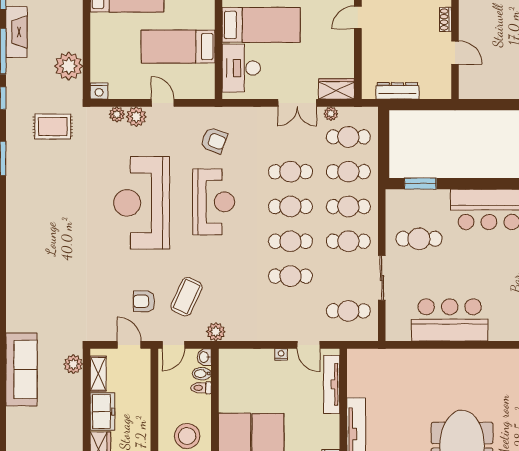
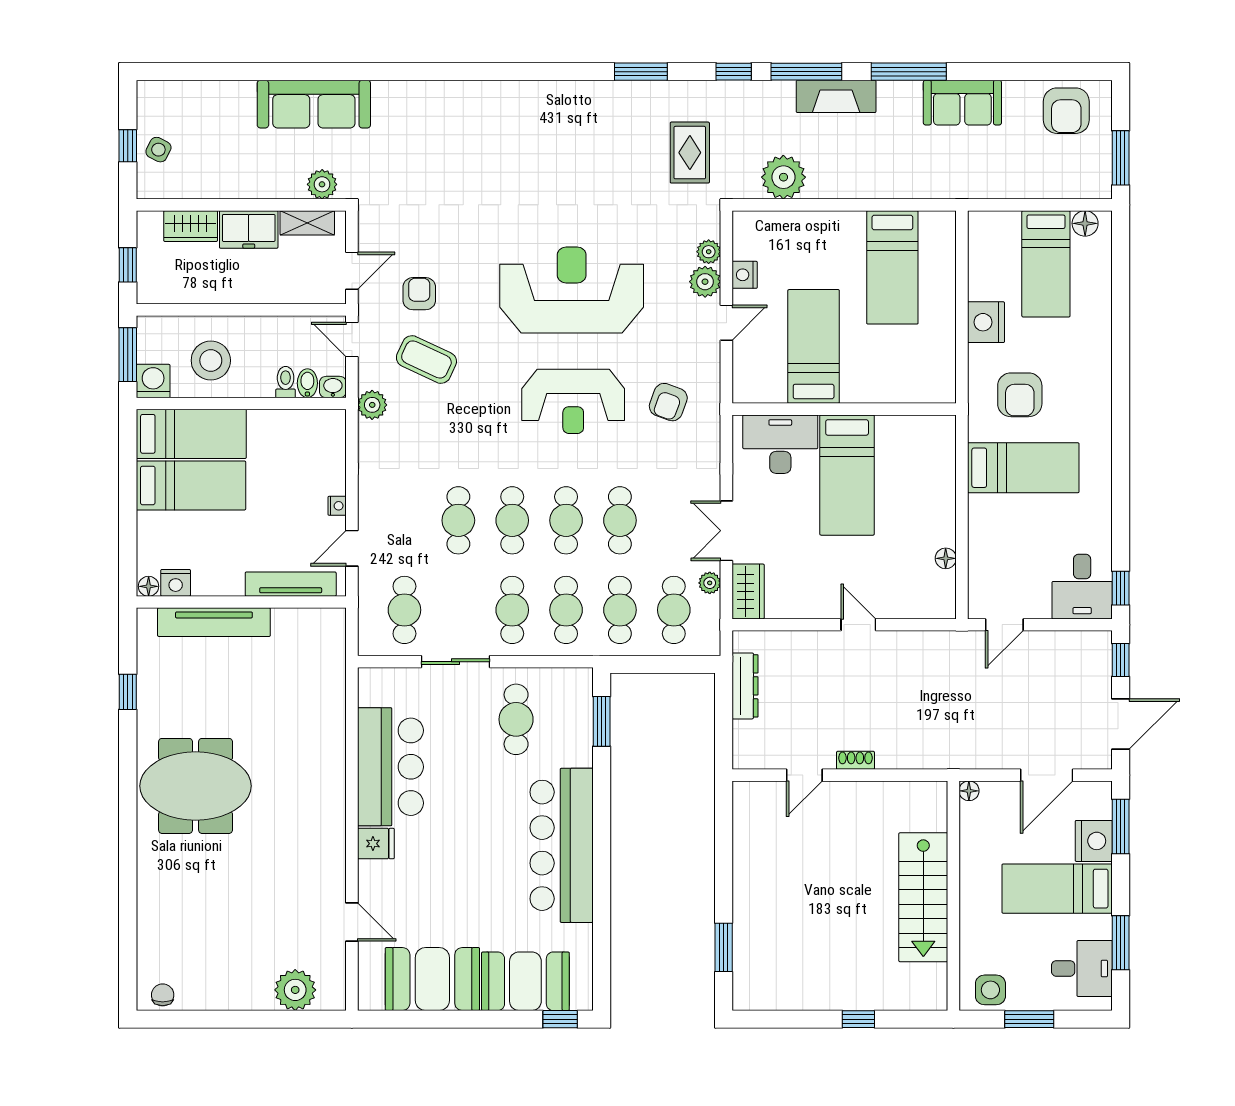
nightstand: (99, 91) -> (745, 275), moved
fridge: (499, 329) -> (376, 844), added

